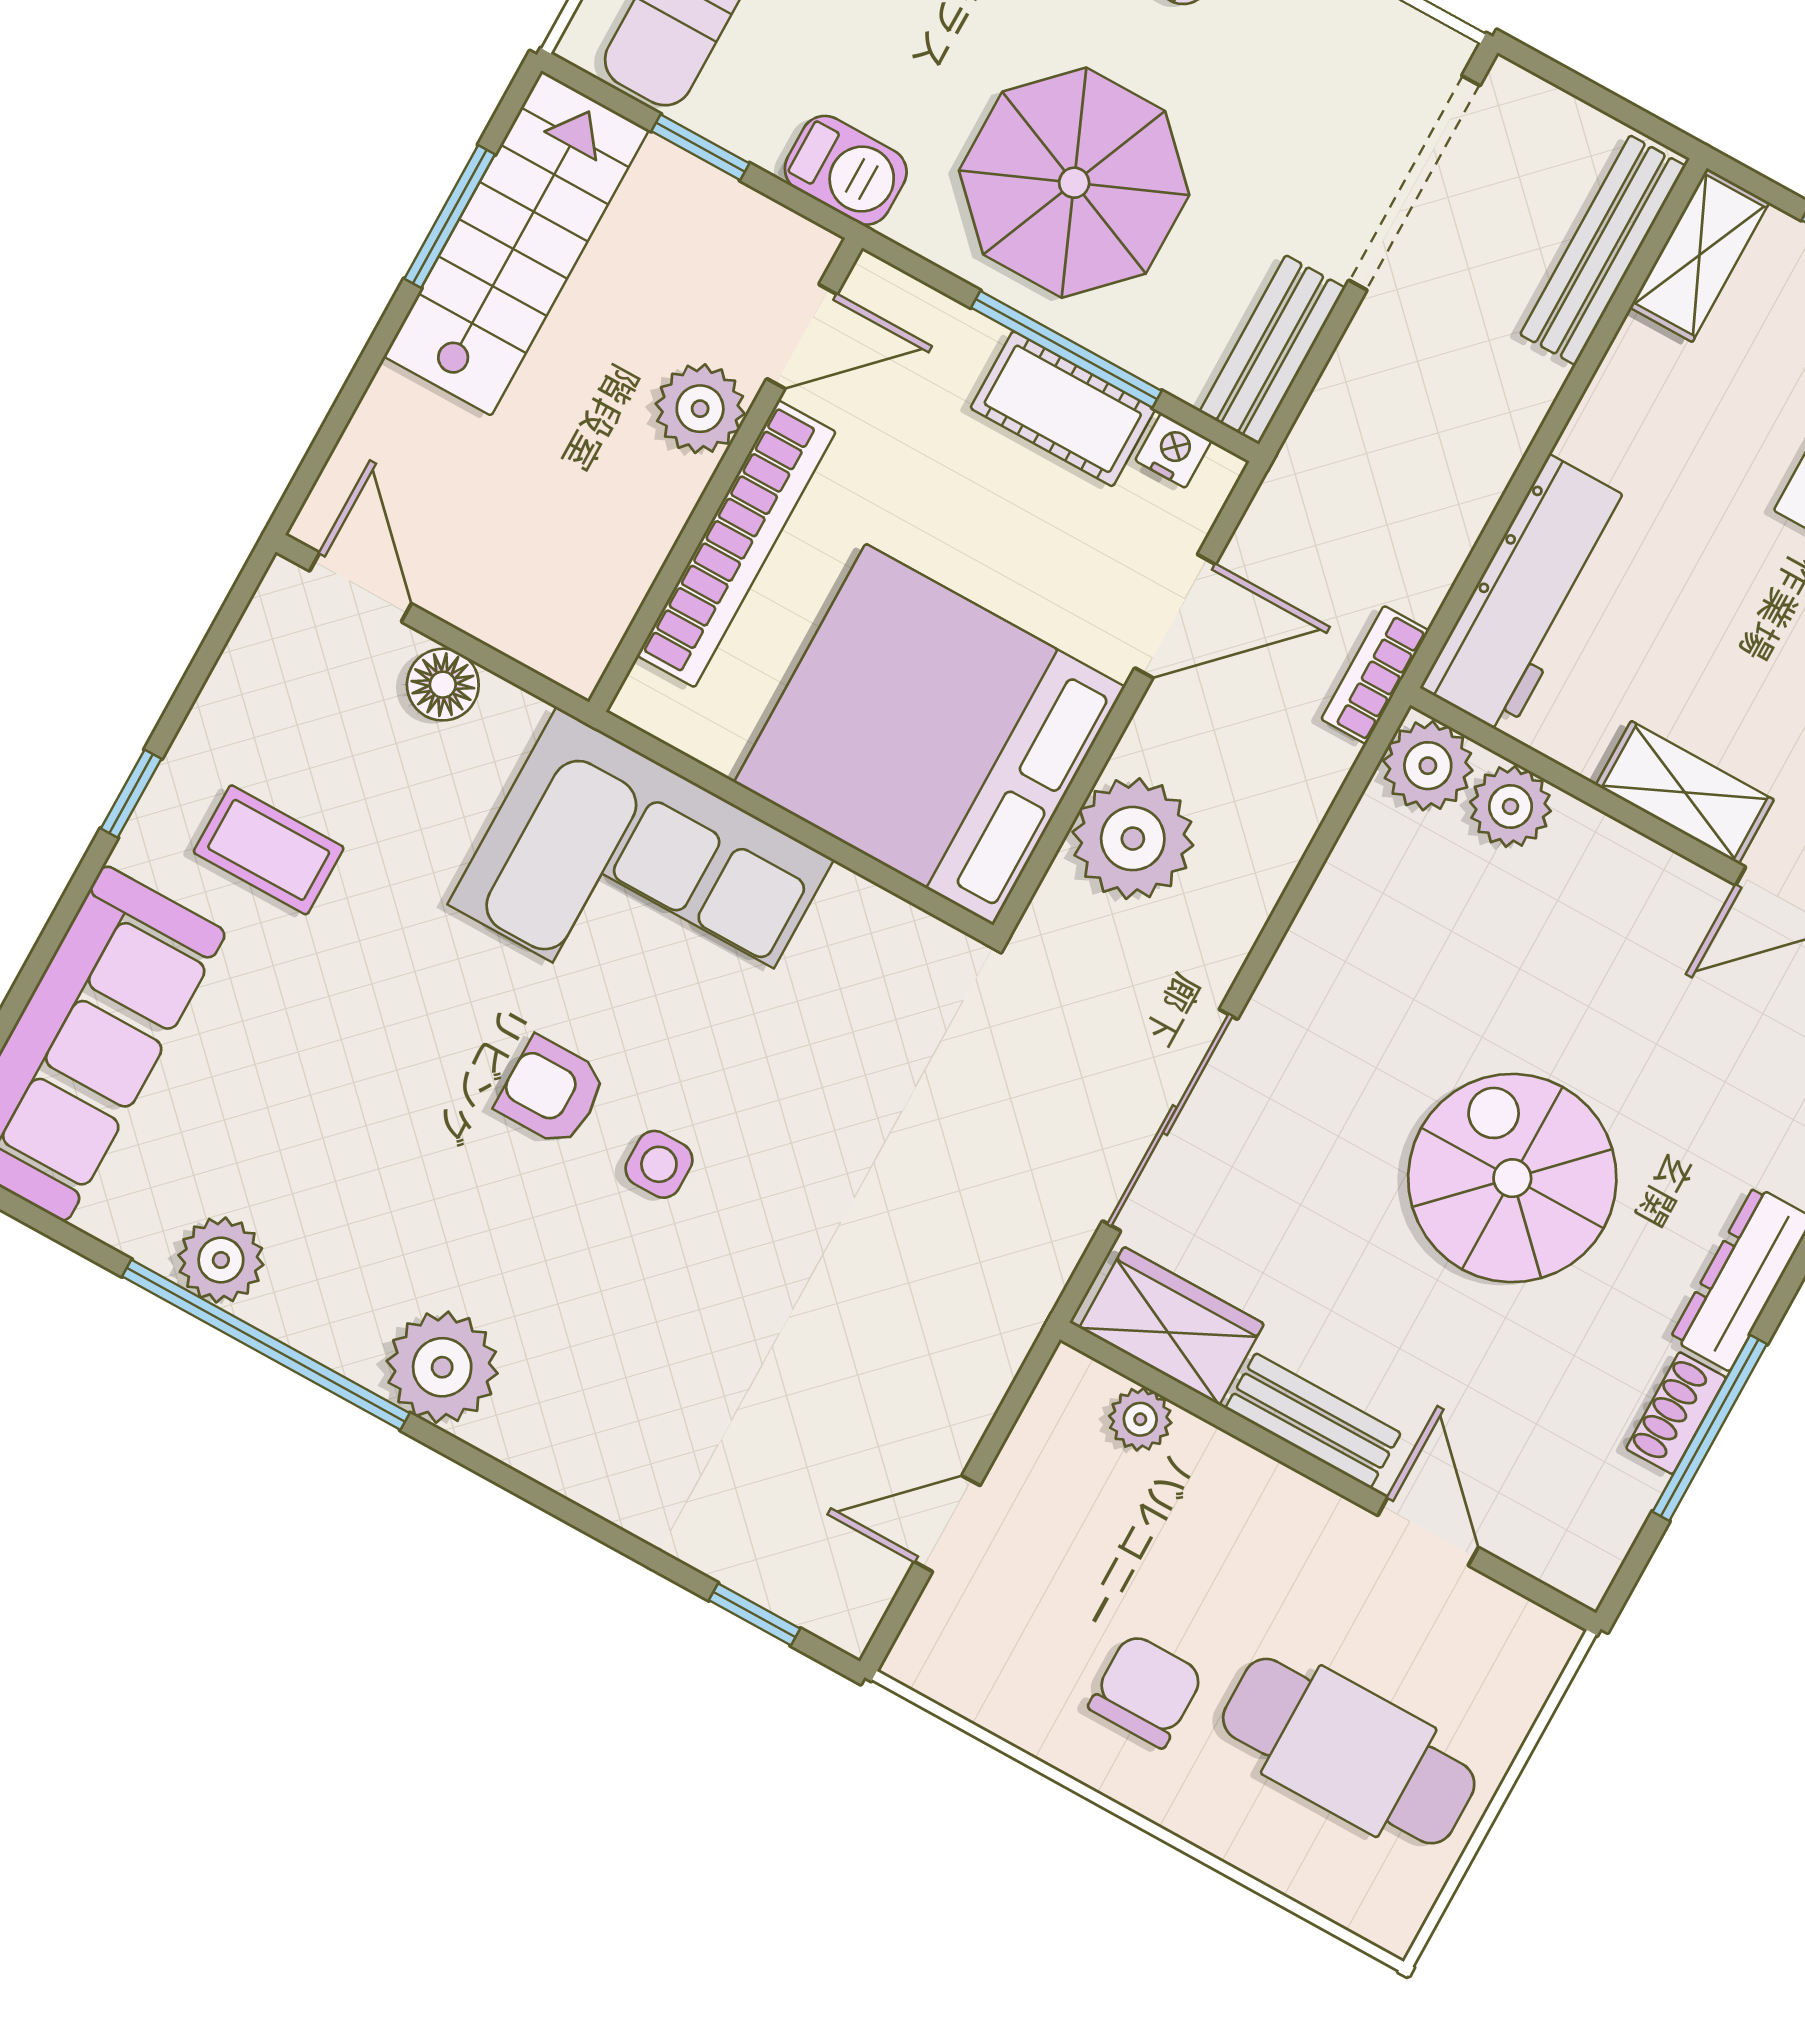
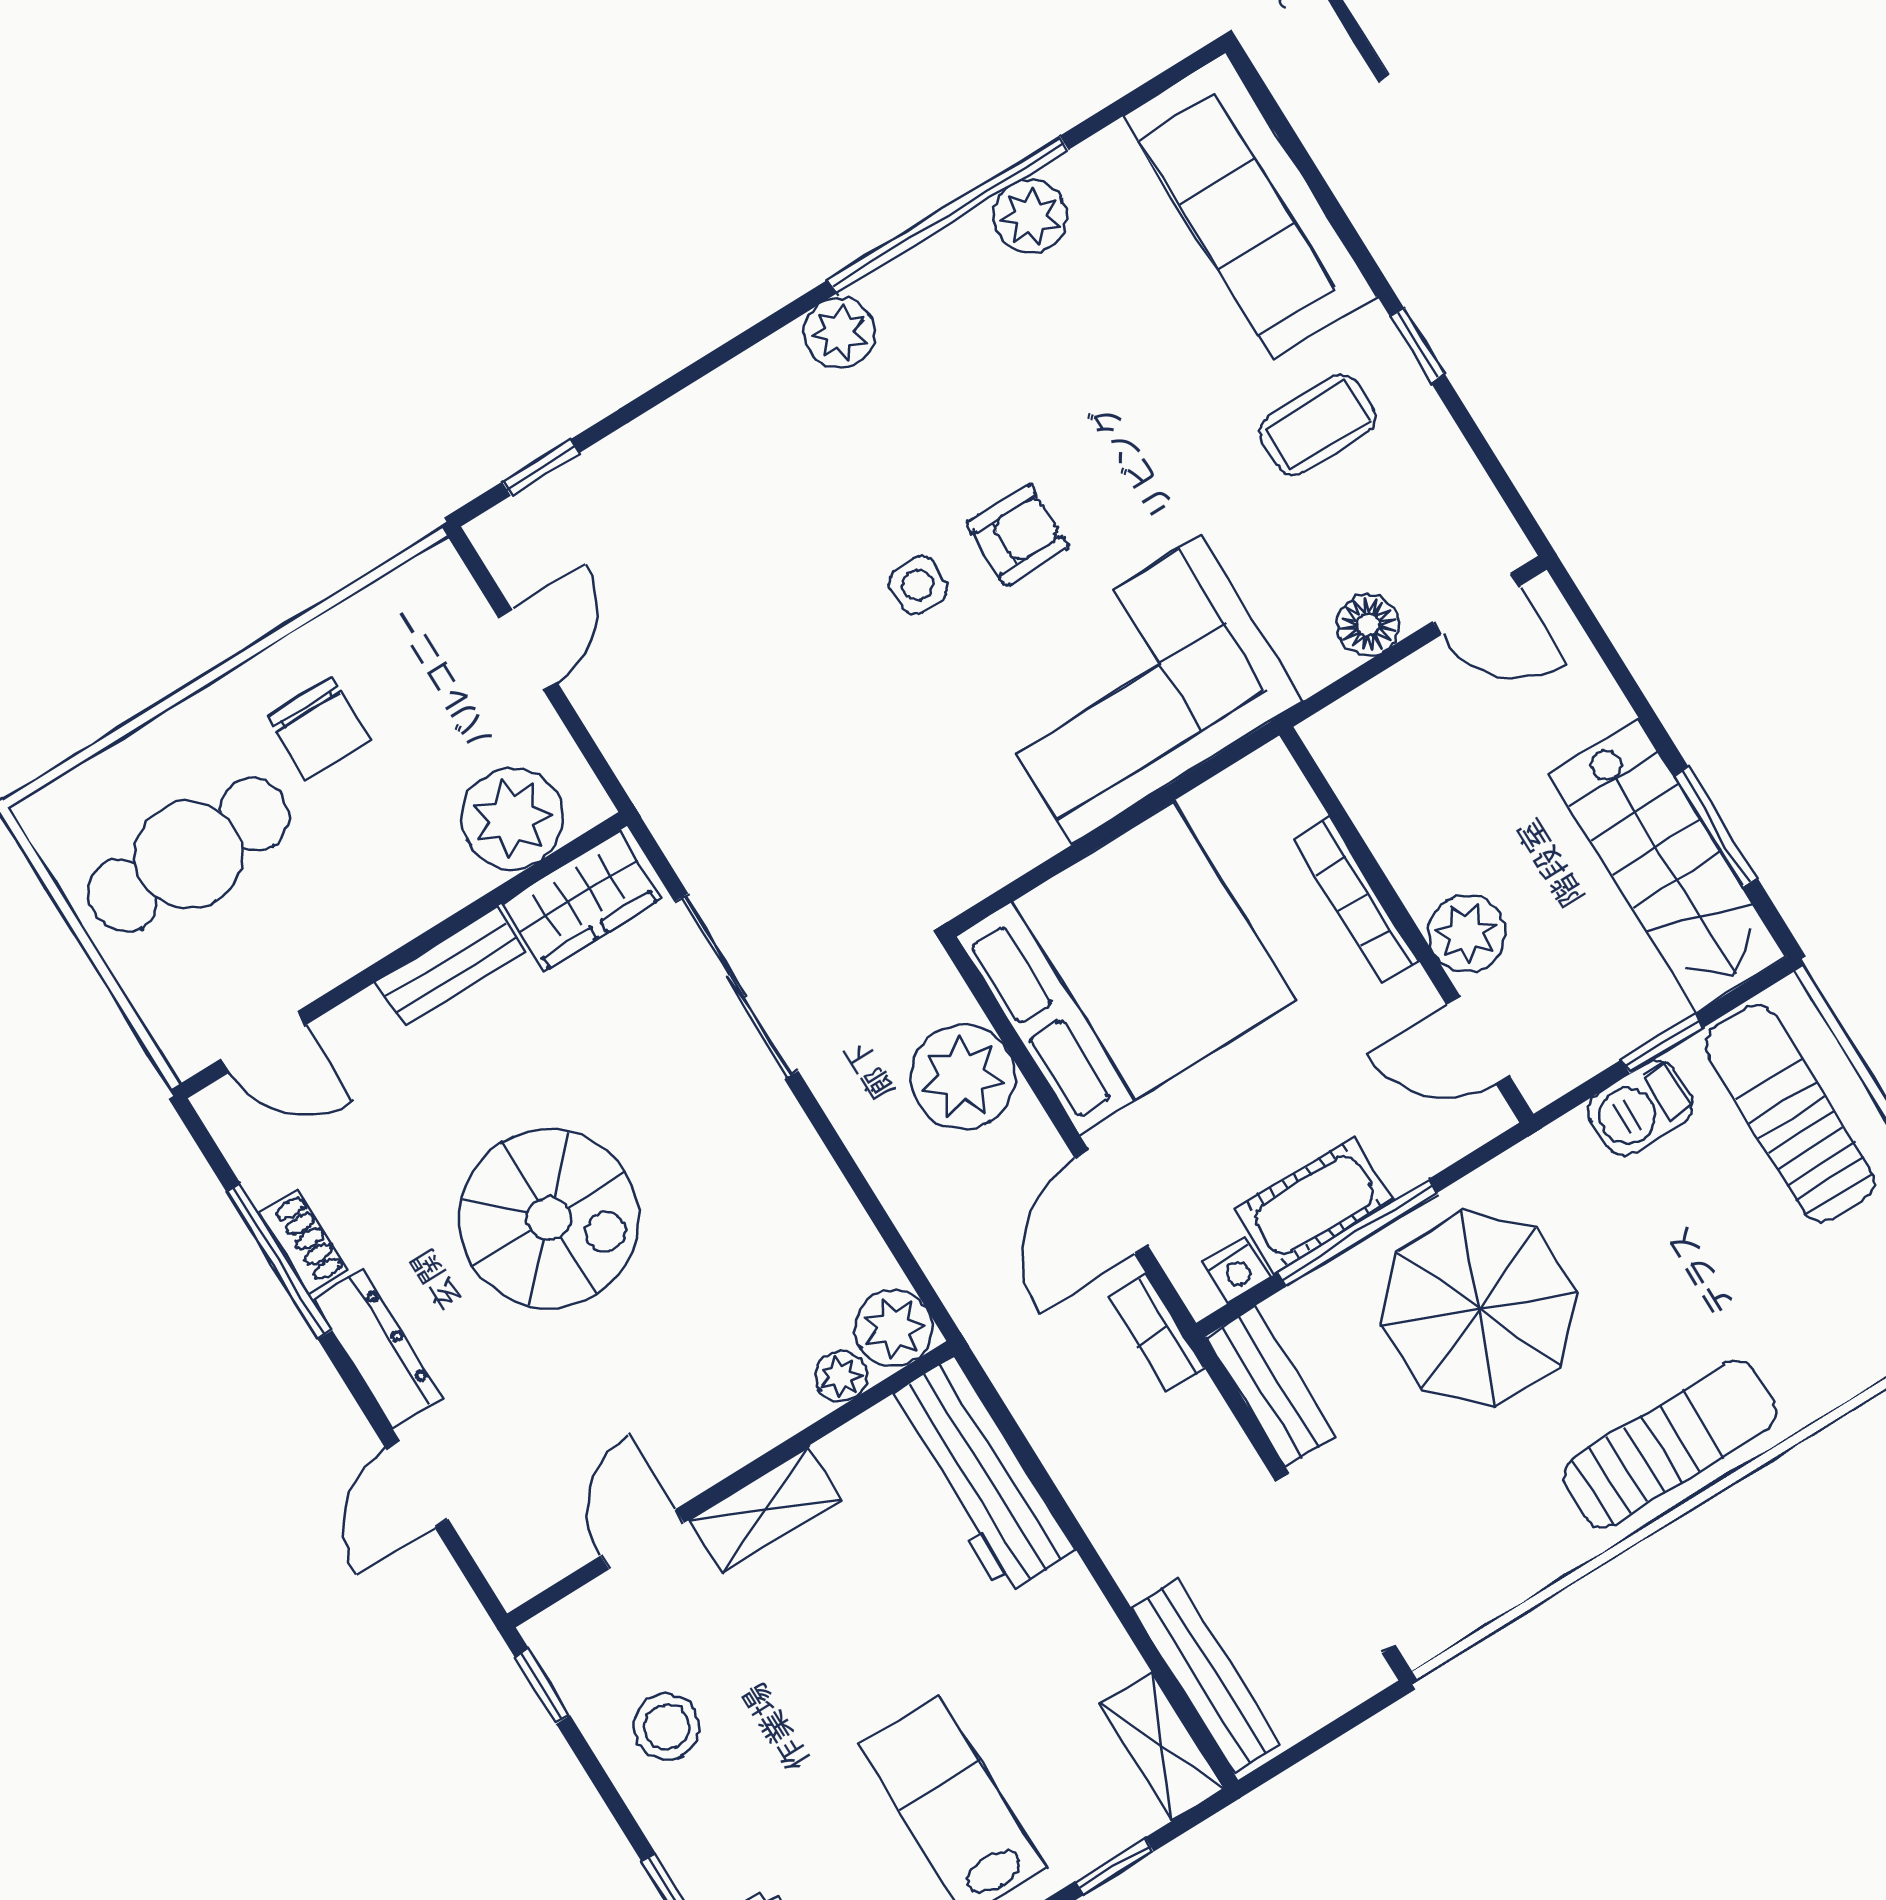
barbecue: (846, 170) -> (1641, 1108), moved
door: (802, 337) -> (1478, 1040), hinge flipped
bookcase: (736, 544) -> (1356, 900), width x0.68, depth x0.76
bookcase: (1375, 675) -> (1157, 1333), moved, turned 180
plant: (1510, 806) -> (841, 1376), width x0.73, depth x0.73
plant: (442, 1367) -> (839, 333), width x0.73, depth x0.73
plant: (1140, 1419) -> (512, 818), width x1.88, depth x1.88
door: (1428, 1531) -> (263, 1042), moved

